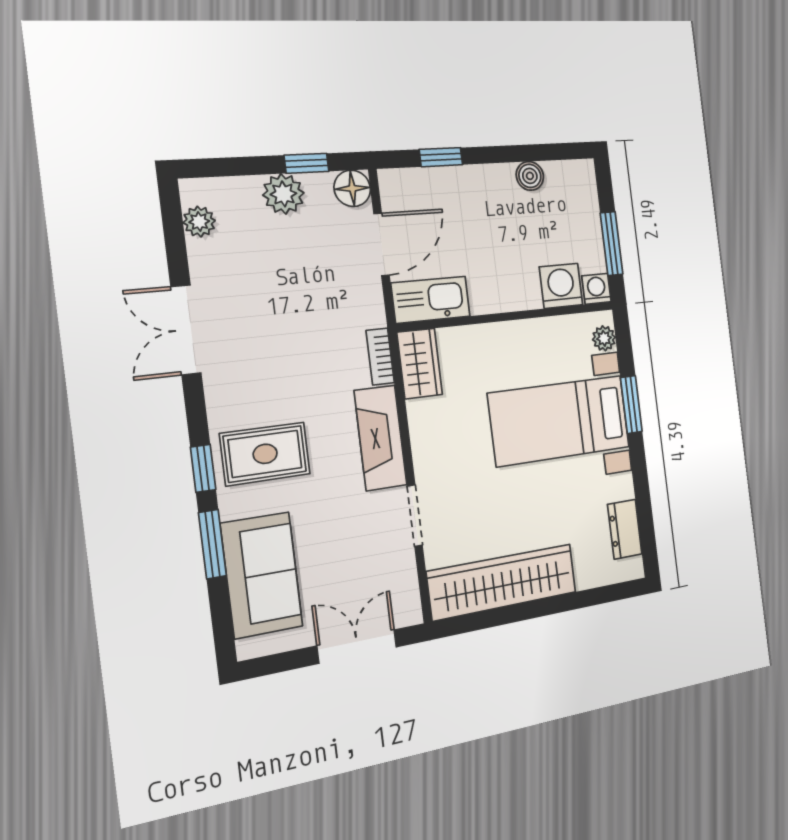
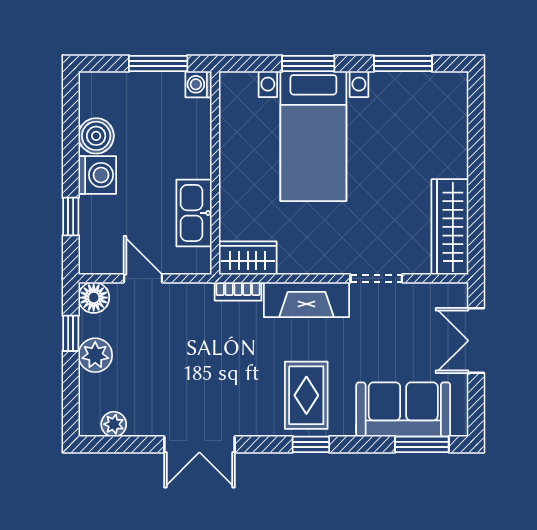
boiler: (530, 176) -> (96, 136), width x1.36, depth x1.36
door: (382, 244) -> (143, 278), width x0.73
washing machine: (561, 286) -> (97, 175), moved, turned 180
kitchen sink: (431, 300) -> (194, 213), moved
plant: (604, 338) -> (244, 83), removed
window: (644, 506) -> (403, 63), added
dresser: (625, 529) -> (421, 85), removed
window: (212, 544) -> (422, 444), moved
wardrobe: (503, 582) -> (450, 227), width x0.71, depth x0.85

